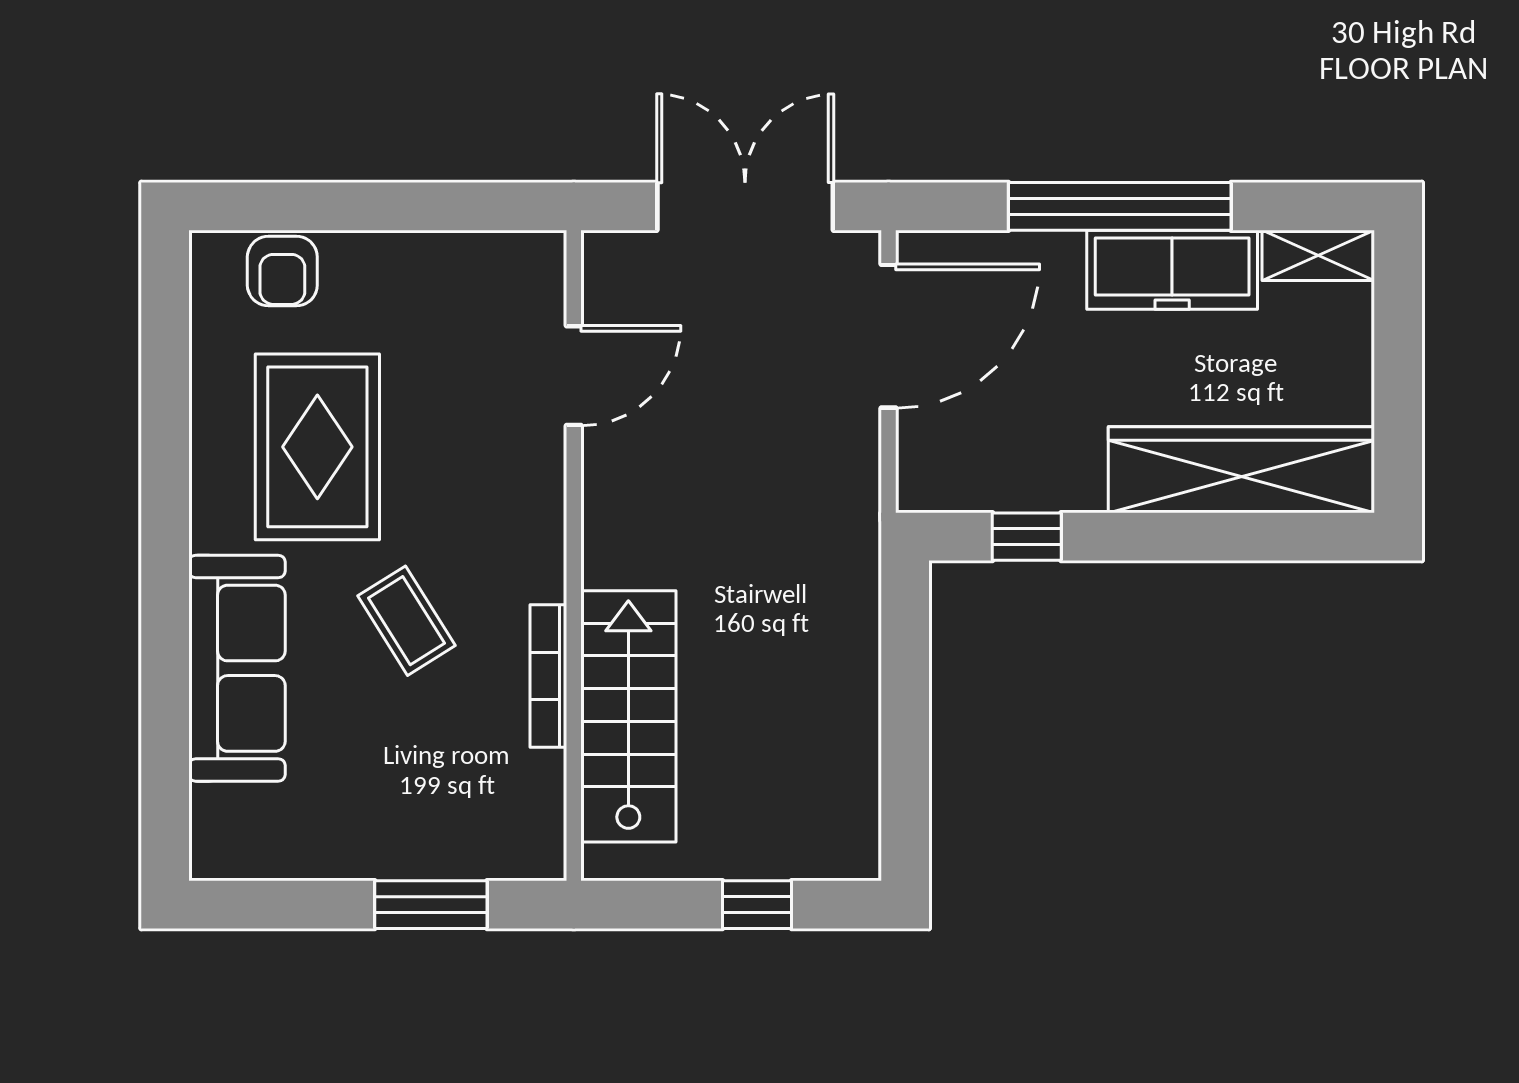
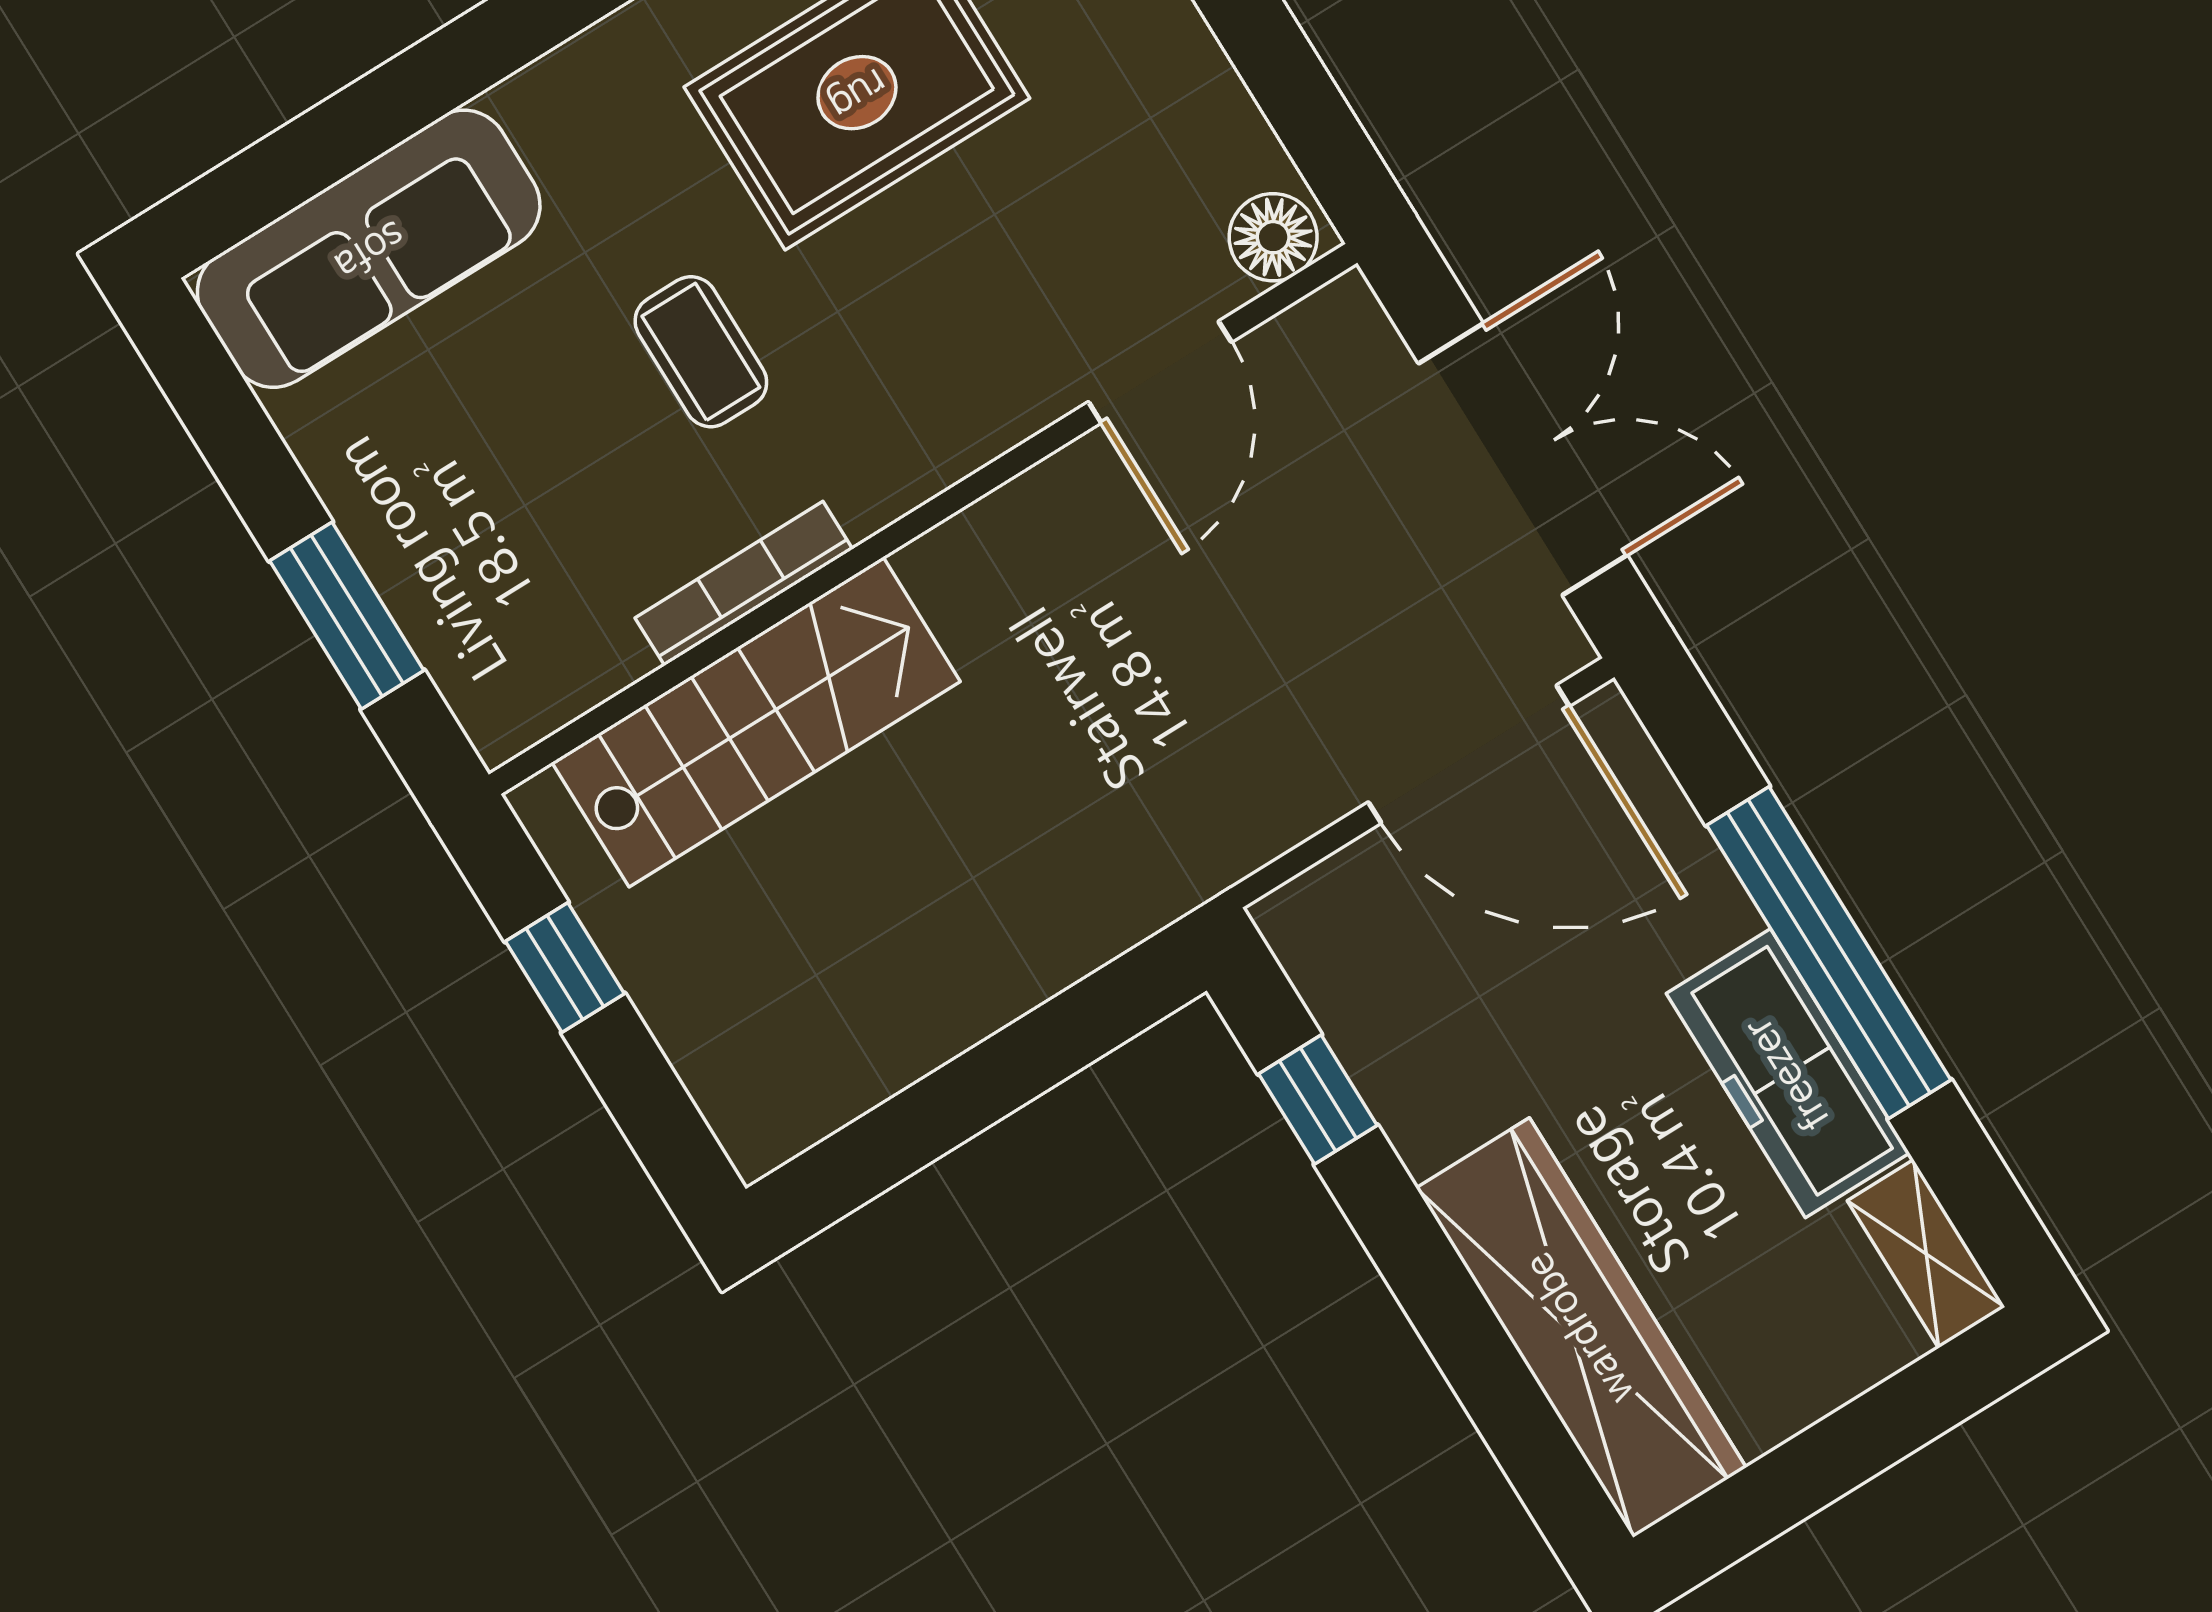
floor lamp: (538, 268) -> (1273, 237), added
door: (574, 376) -> (1160, 372), hinge flipped
coffee table: (406, 621) -> (701, 352), turned -58
sofa: (237, 668) -> (369, 249), moved
window: (757, 905) -> (565, 967), moved

